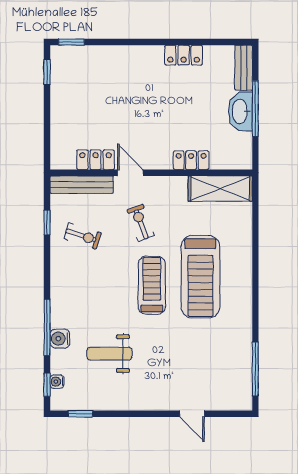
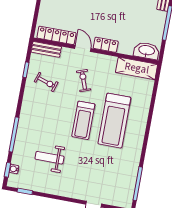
washbasin: (240, 111) -> (147, 51), moved, turned 90
locker: (96, 160) -> (56, 35), width x1.53
locker: (191, 160) -> (106, 45), moved
bench: (82, 185) -> (46, 49), width x0.73
treadmill: (152, 285) -> (83, 120), turned 180
water cooler: (60, 339) -> (21, 143), removed

